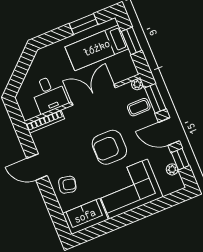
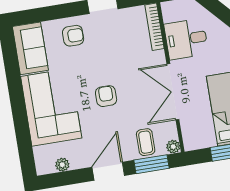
double door: (93, 95) -> (173, 92), swing flipped
armchair: (109, 147) -> (106, 96), width x0.53, depth x0.53
window: (180, 159) -> (72, 177), removed
armchair: (67, 185) -> (73, 36), turned -103

